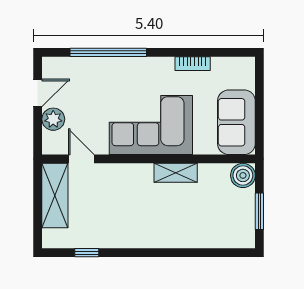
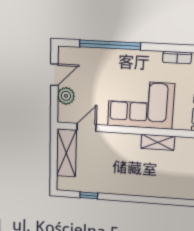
door: (81, 159) -> (87, 127), hinge flipped

